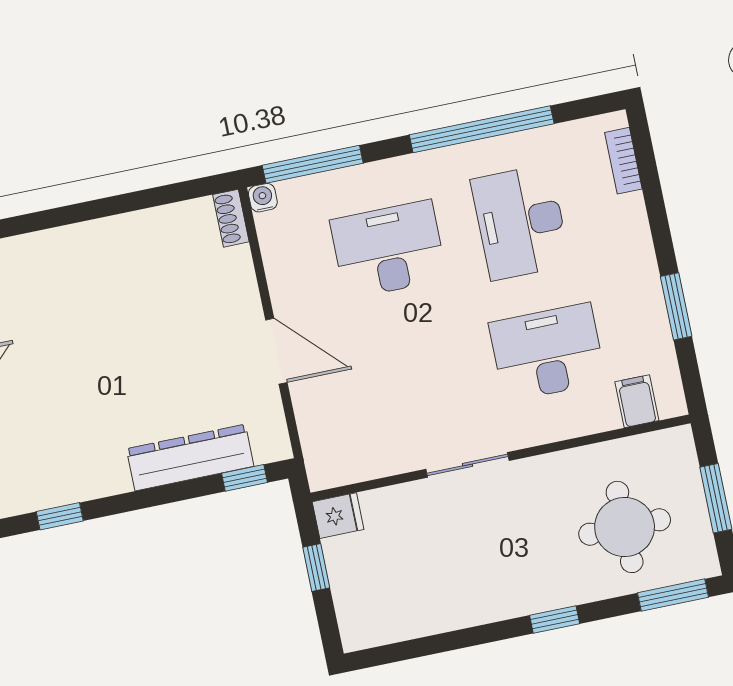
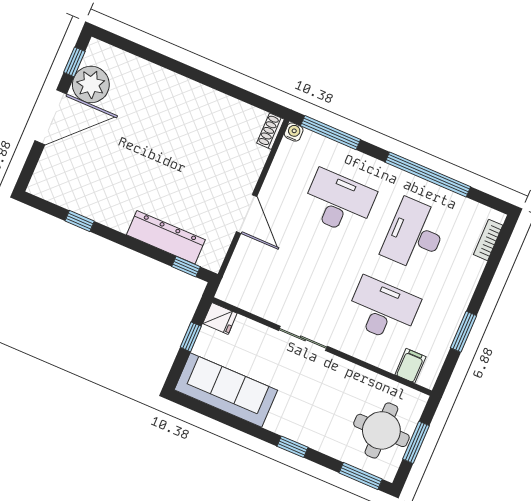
round table: (625, 527) -> (381, 430), moved
sofa: (413, 606) -> (226, 390), added

